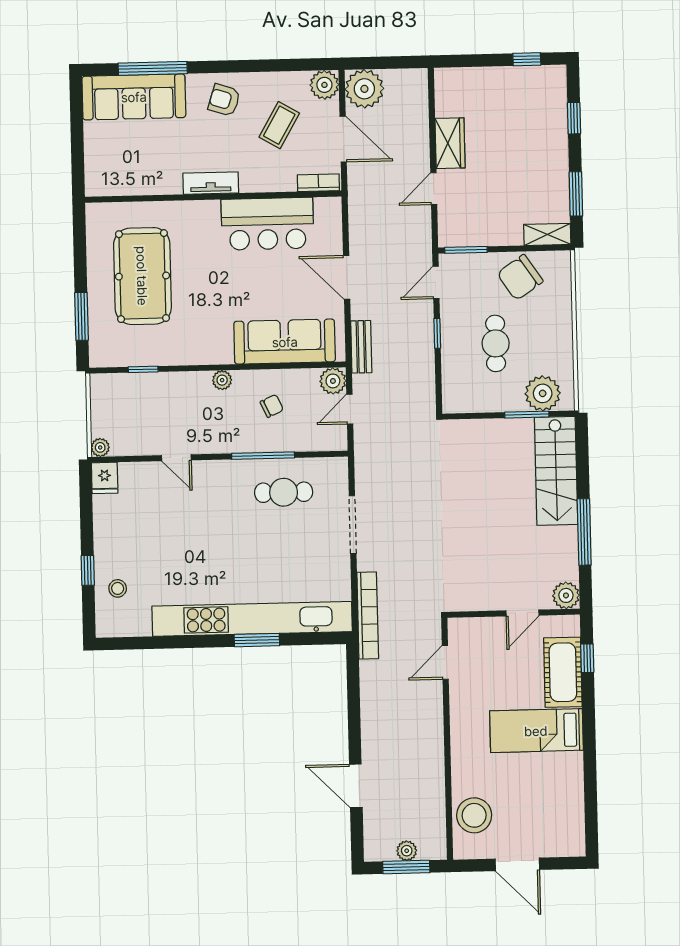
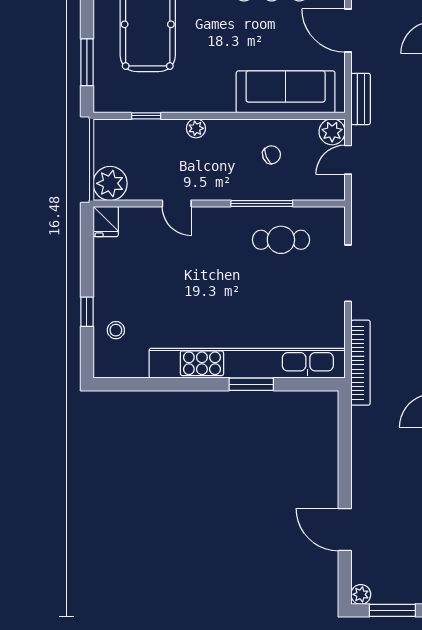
plant: (222, 380) -> (196, 128), moved
plant: (100, 447) -> (110, 183), width x1.88, depth x1.88
plant: (407, 851) -> (361, 594), moved

